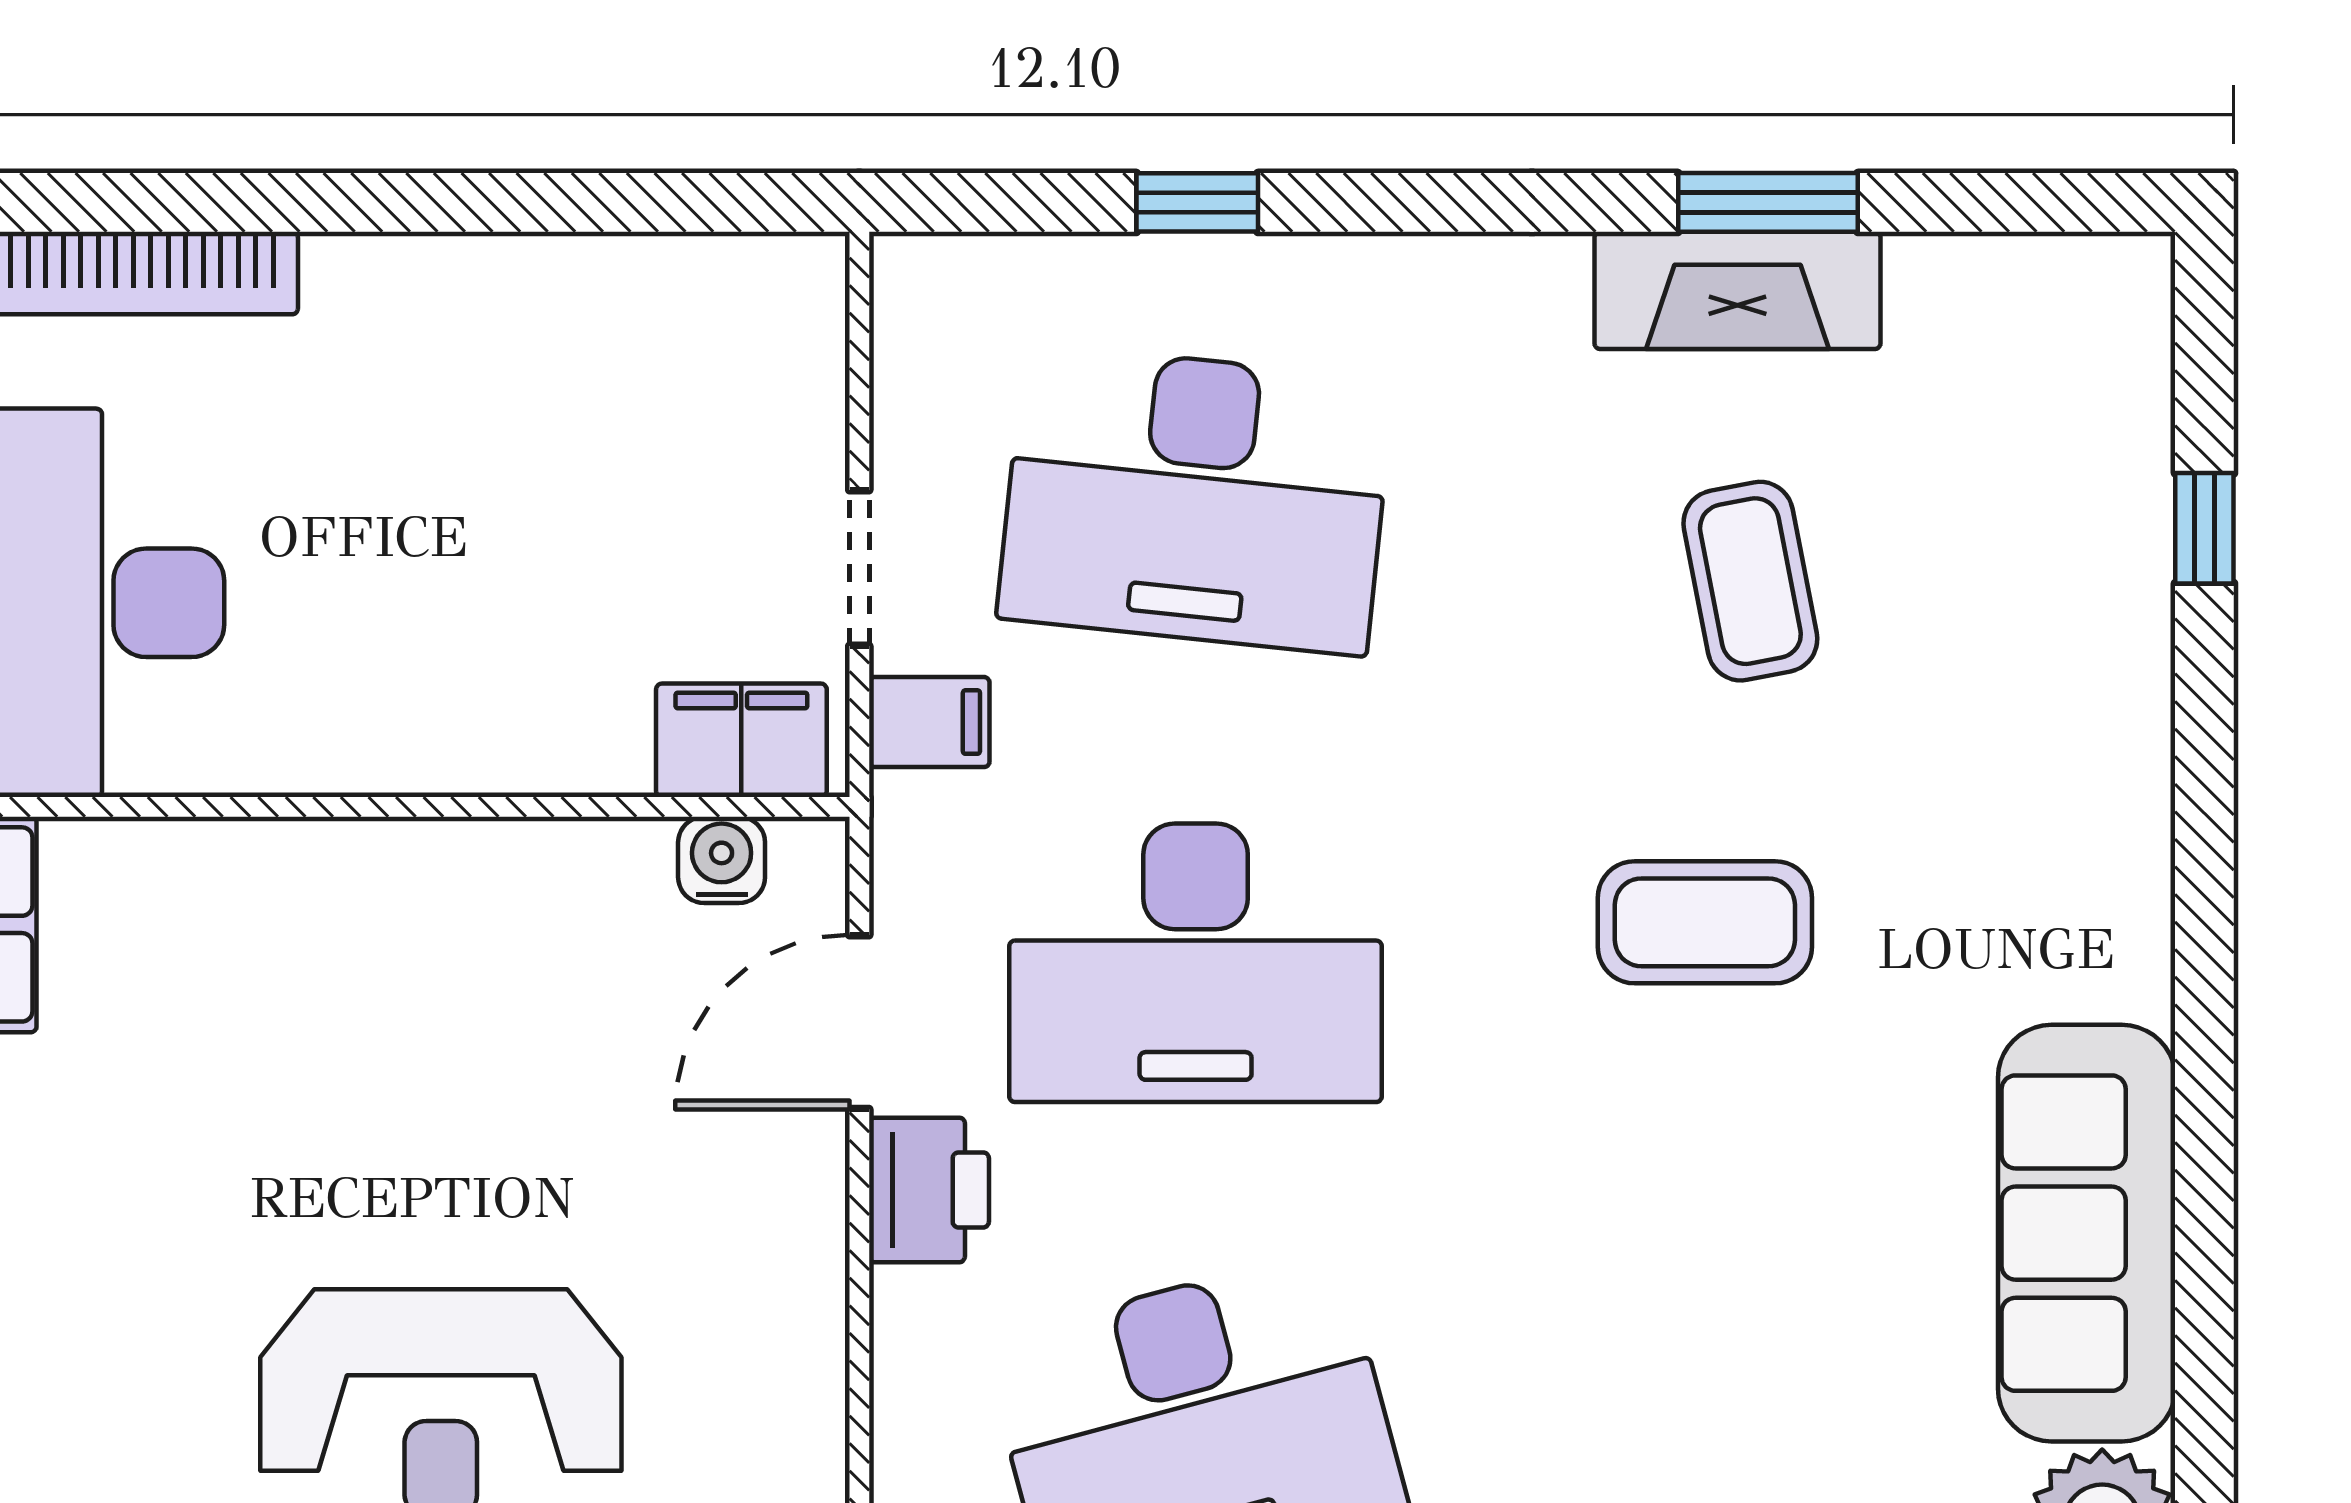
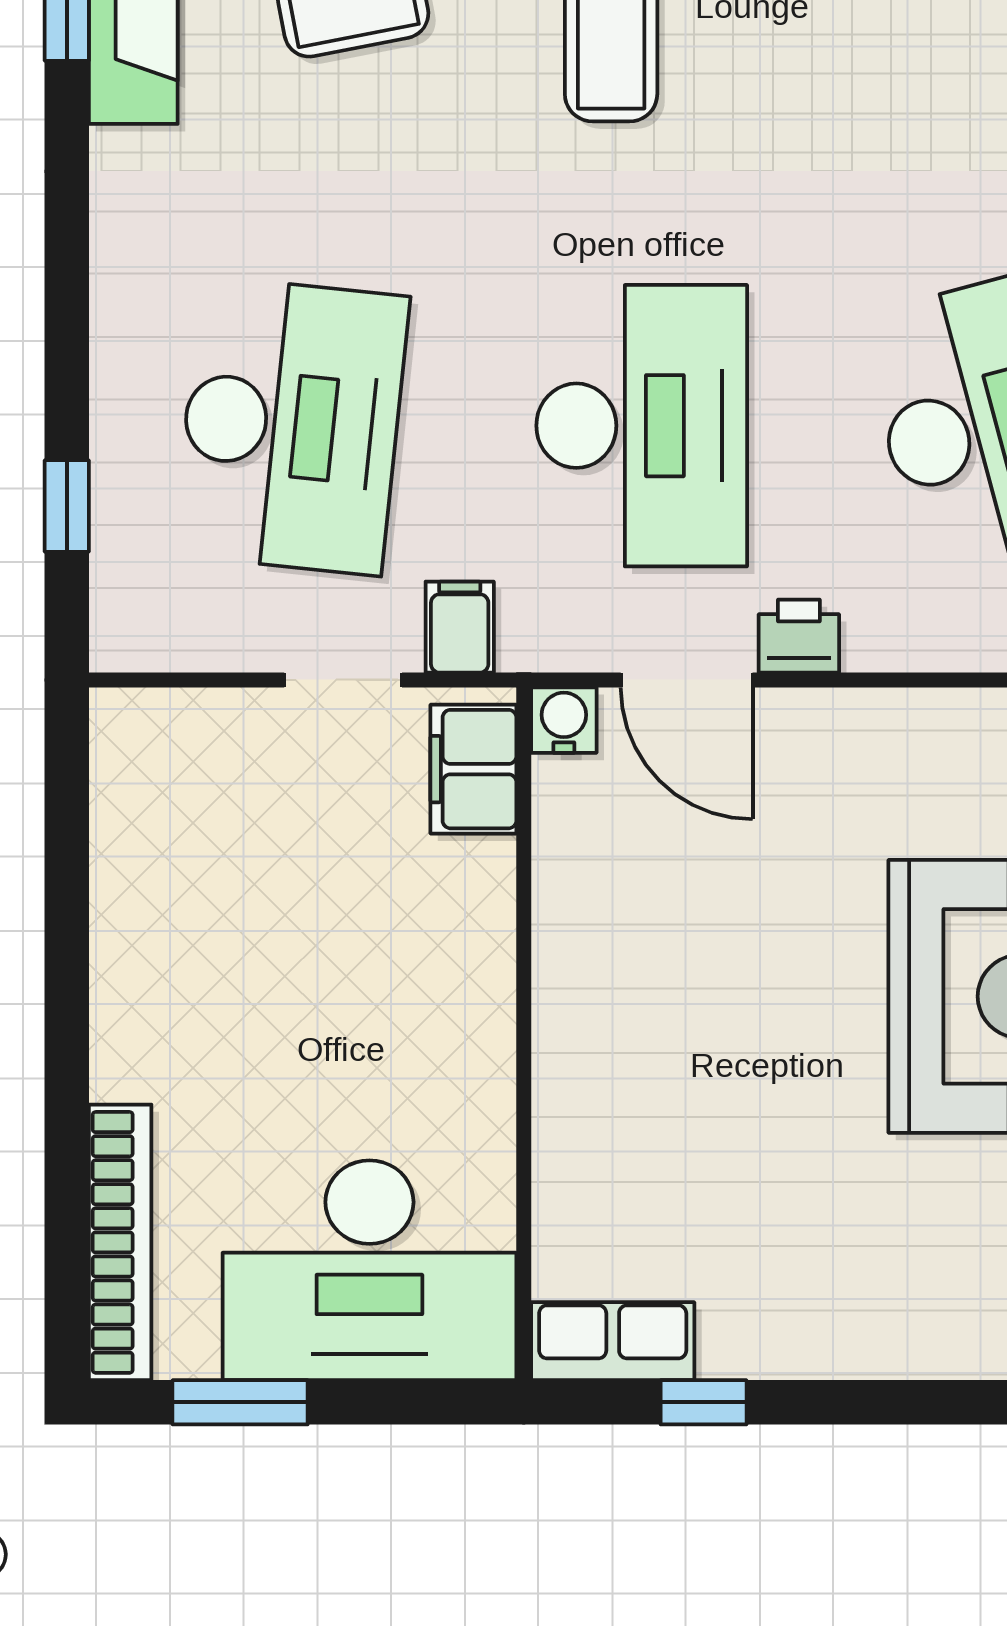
window: (1197, 202) -> (67, 506), moved
water cooler: (722, 860) -> (564, 720), moved, turned 90
printer: (929, 1190) -> (799, 636), width x0.73, depth x0.81

